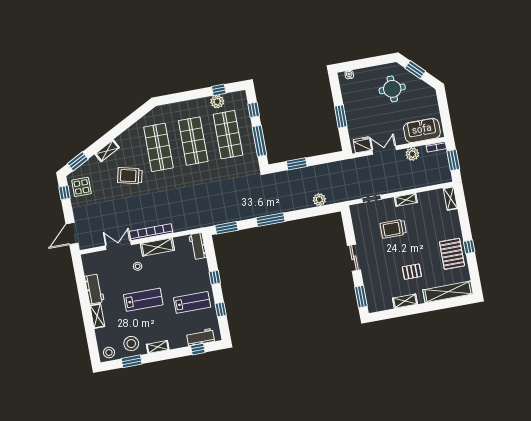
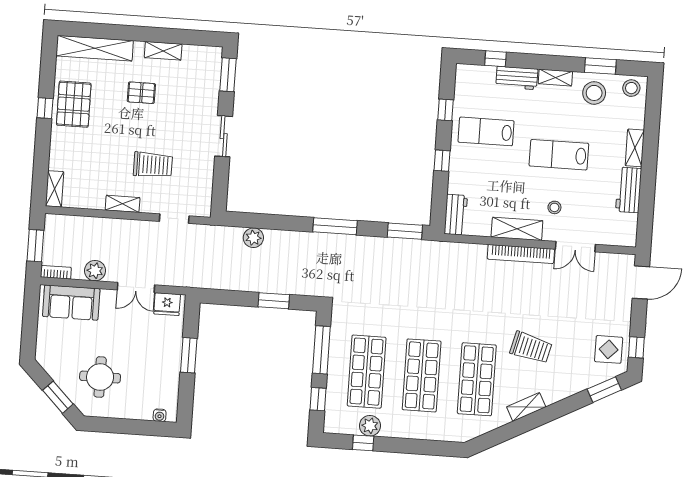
shelving: (107, 151) -> (526, 407), moved
workbench: (200, 337) -> (517, 78), moved

